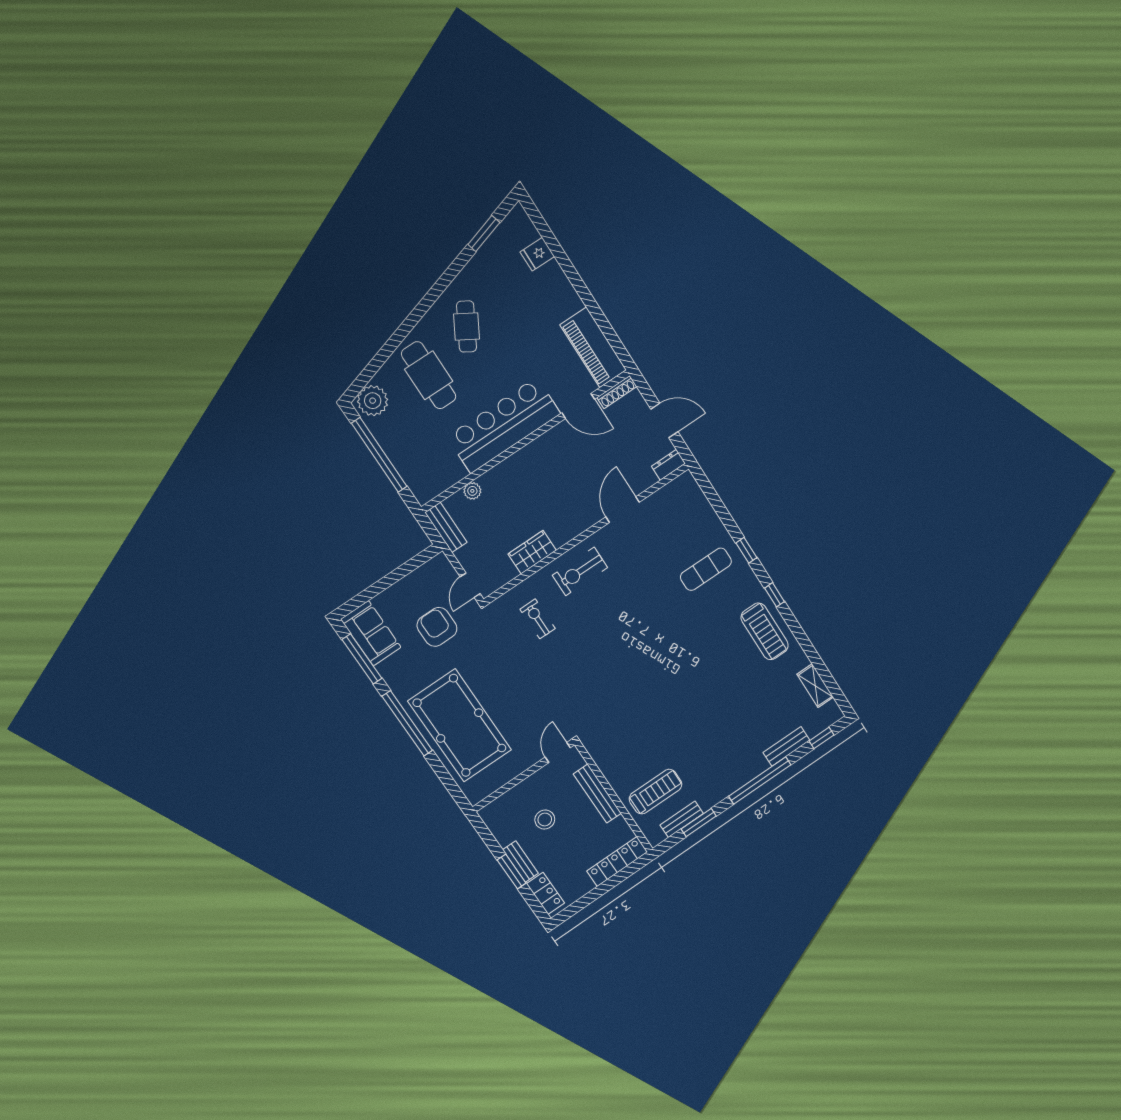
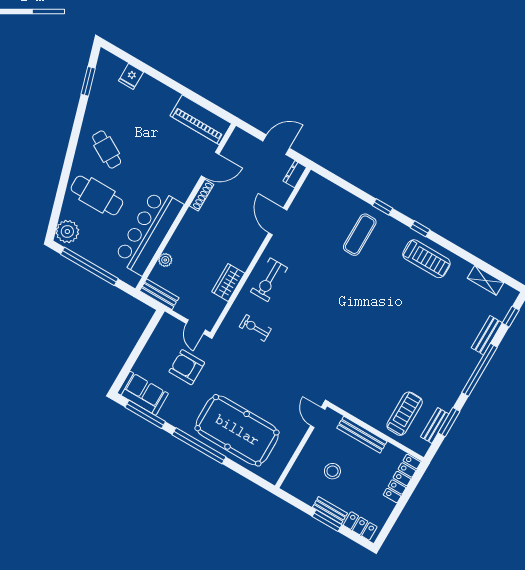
shoe rack: (617, 392) -> (201, 195), moved
bar counter: (504, 425) -> (149, 232), moved

